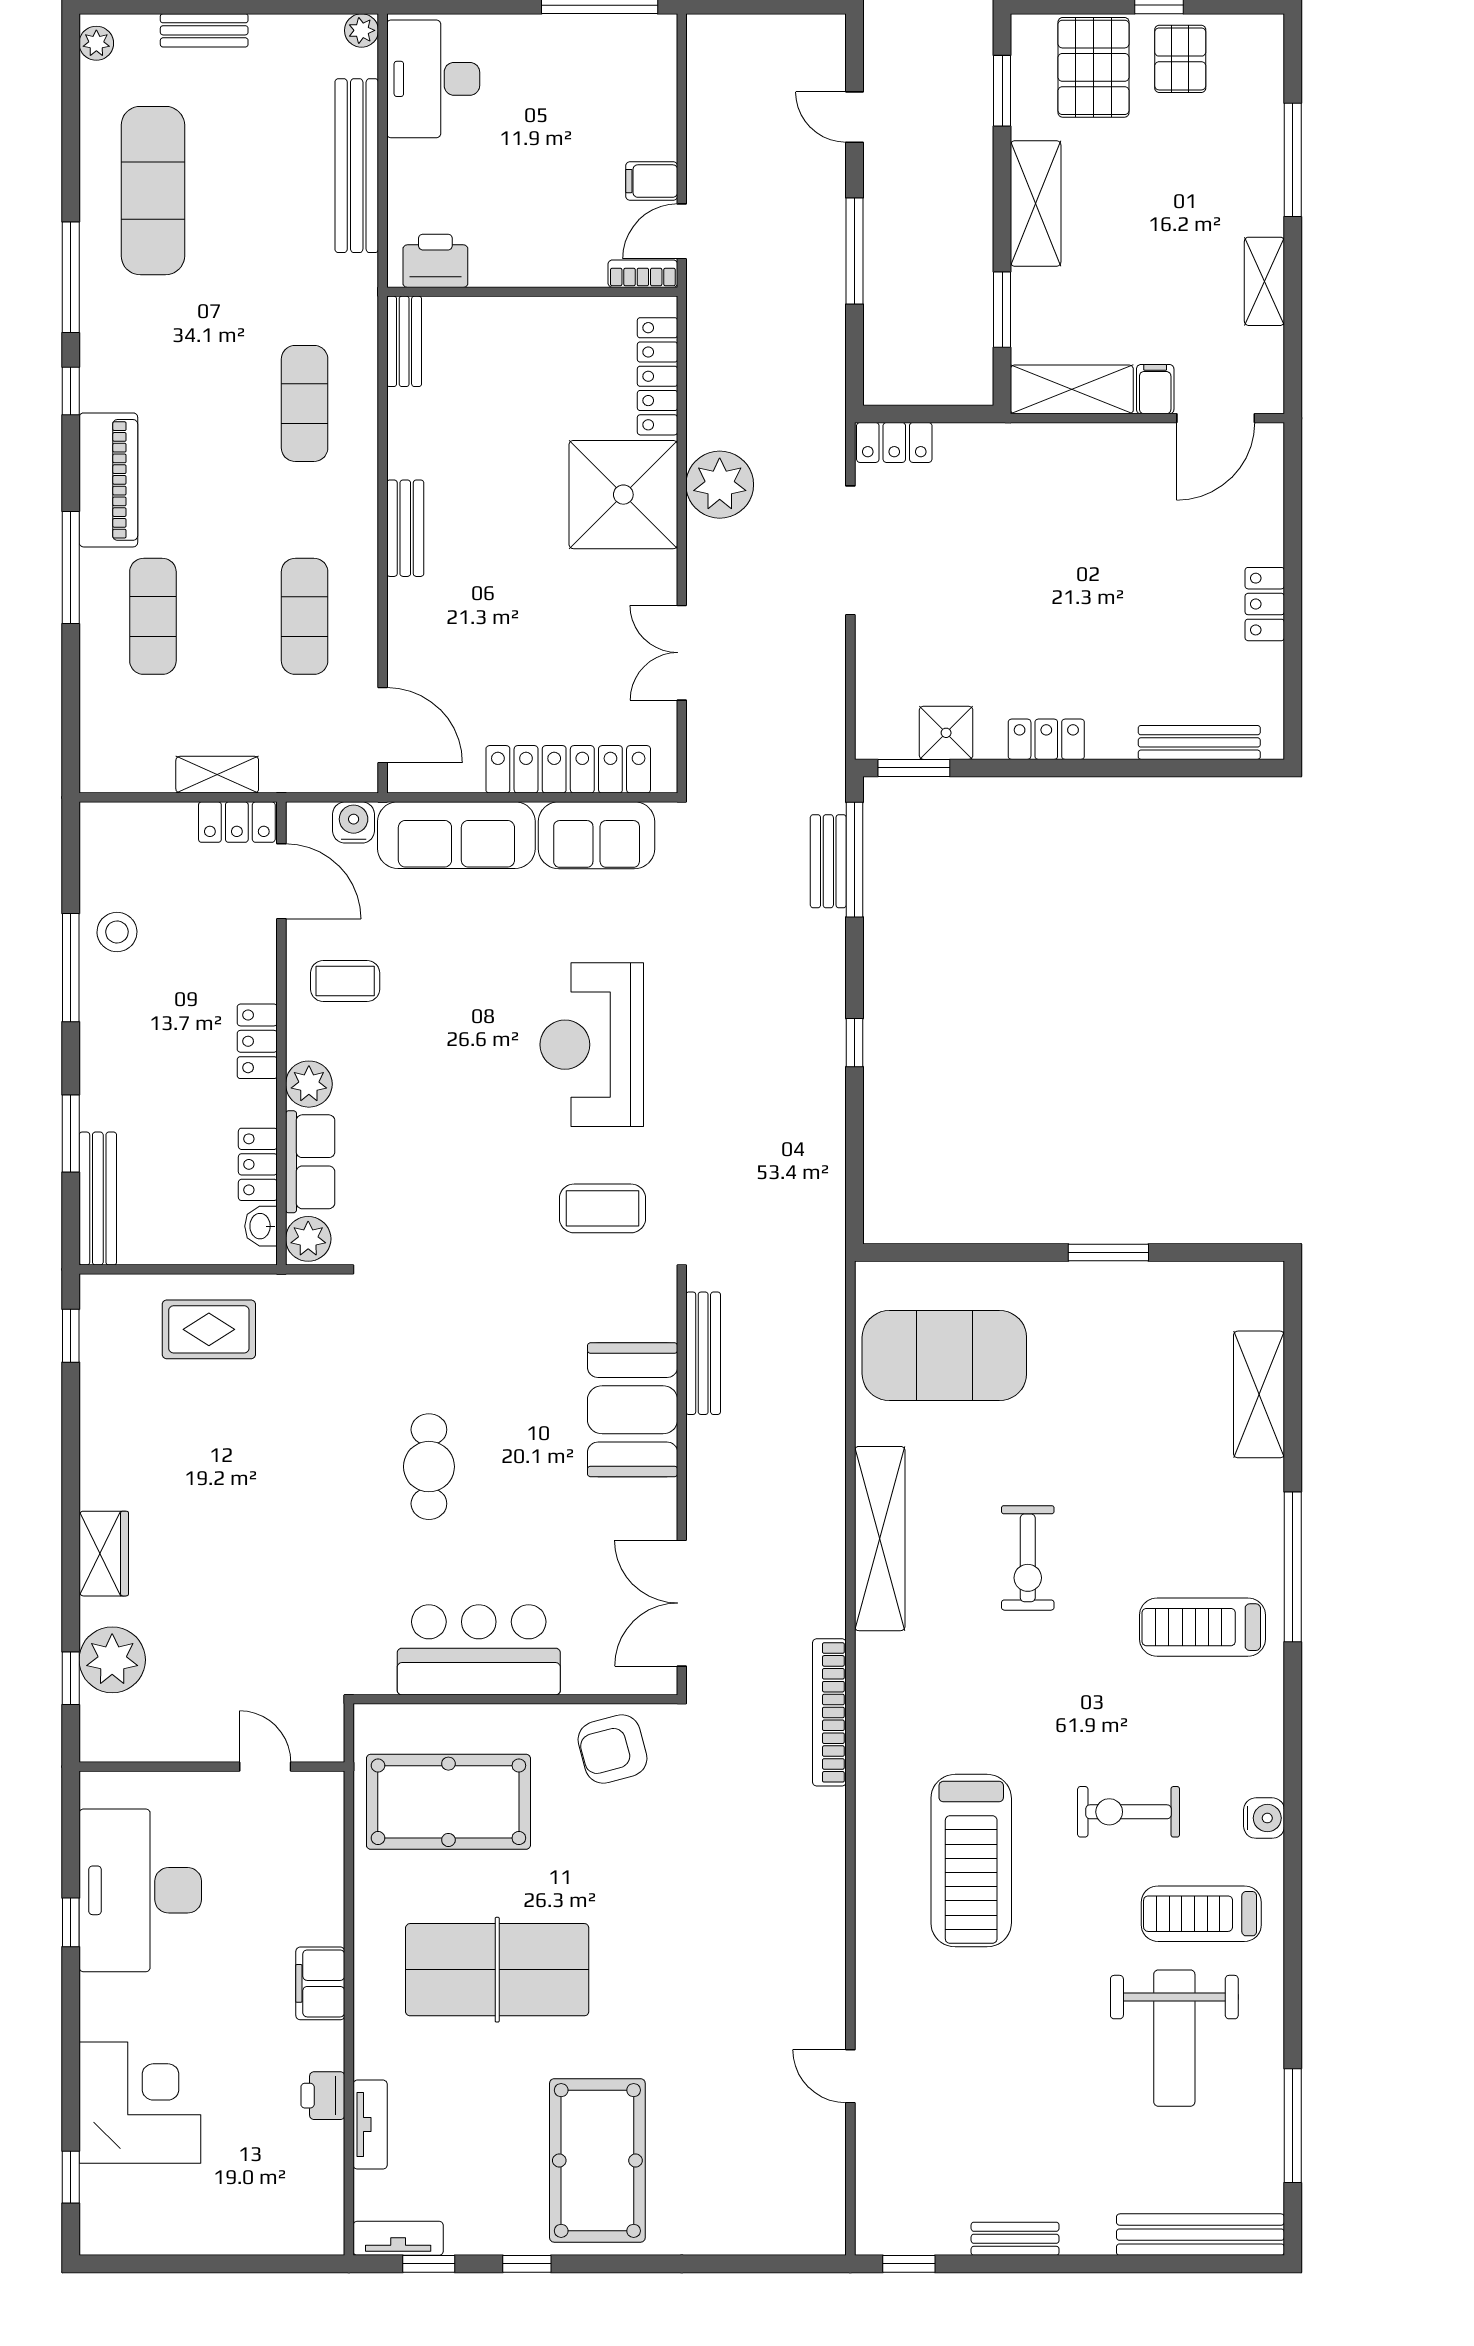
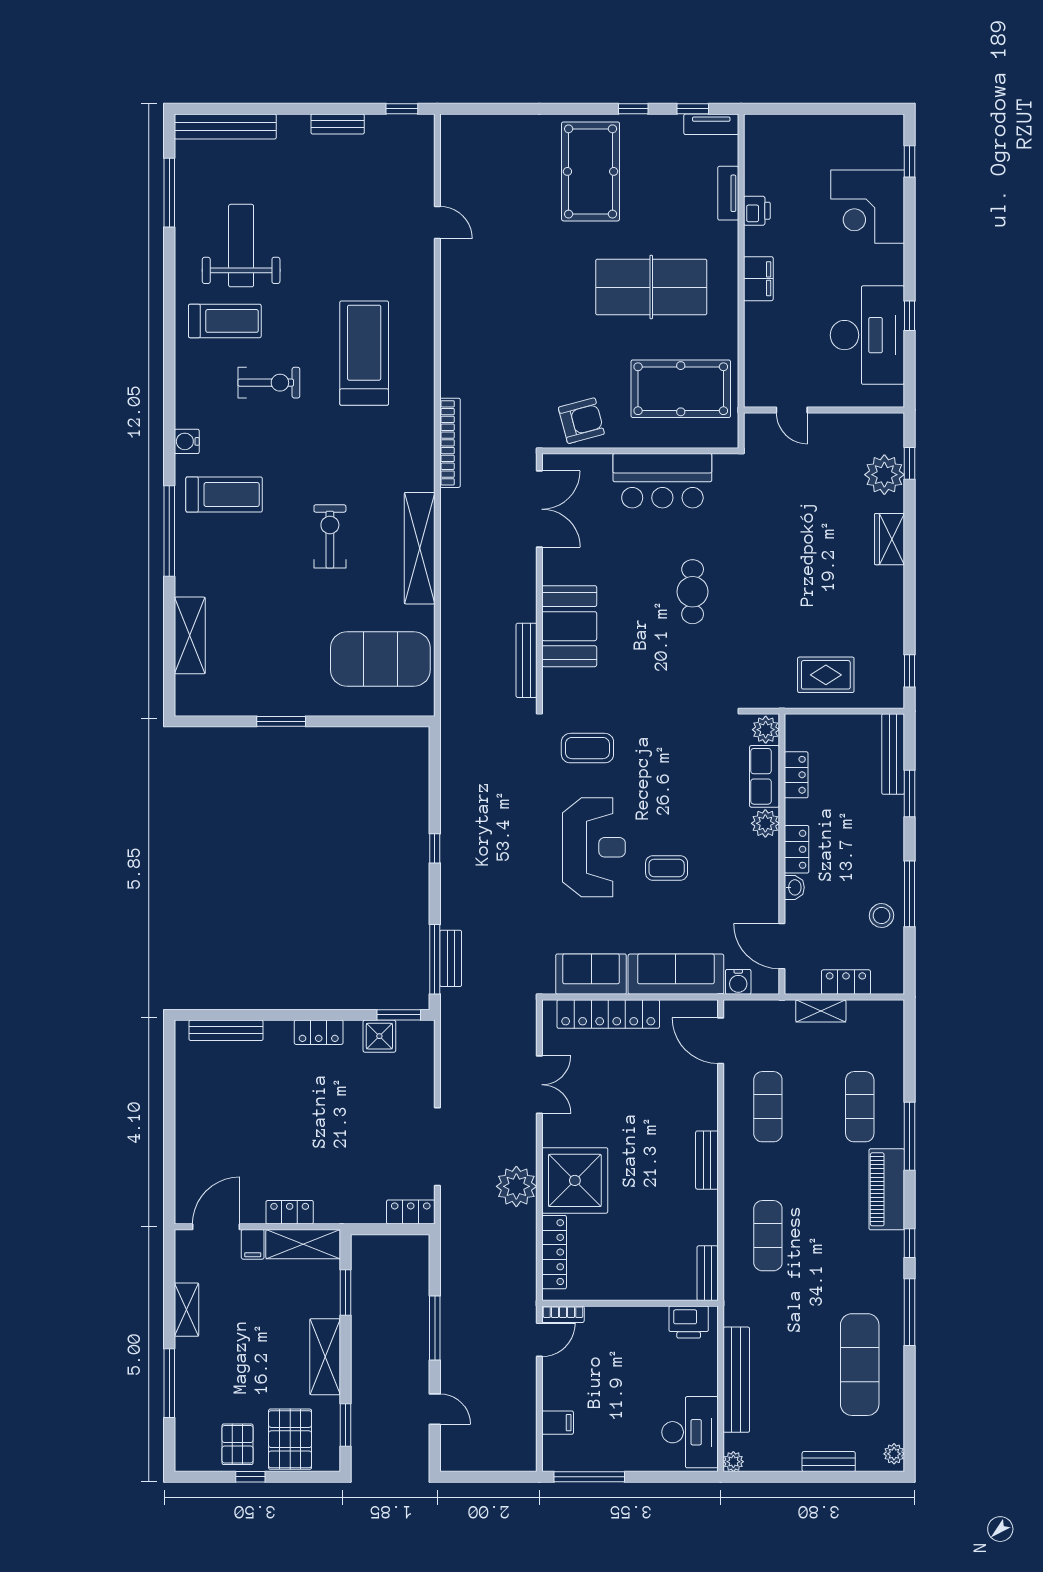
filing cabinet: (652, 181) -> (558, 1423), moved
locker: (1265, 604) -> (290, 1212), moved, turned -90
locker: (237, 822) -> (846, 982), moved
coffee table: (345, 981) -> (667, 868), moved
washbasin: (261, 1226) -> (794, 887), moved
water cooler: (1264, 1818) -> (187, 441), moved

